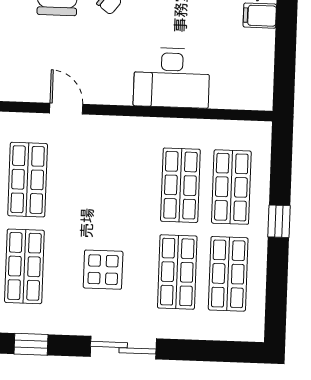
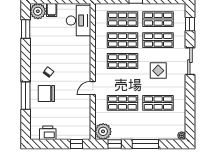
desk: (172, 78) -> (78, 21), moved
shop shelf: (129, 183) -> (122, 61), added
window: (31, 344) -> (190, 24), moved

